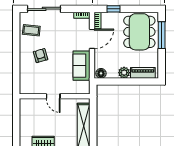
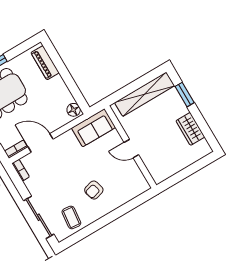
sofa: (81, 66) -> (94, 128), moved
plant: (124, 73) -> (57, 84), removed
door: (53, 96) -> (131, 149), swing flipped

